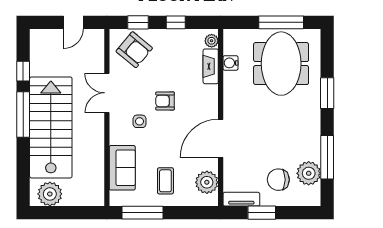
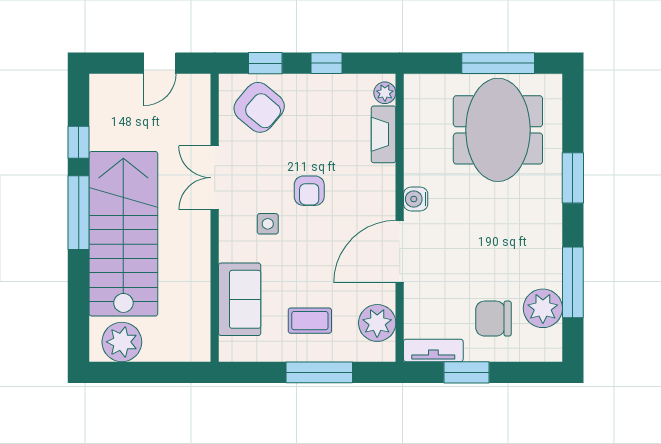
water cooler: (231, 63) -> (416, 199), moved
armchair: (165, 101) -> (309, 191), turned -90
coffee table: (165, 181) -> (310, 321), turned 90
window: (143, 213) -> (319, 372), moved

